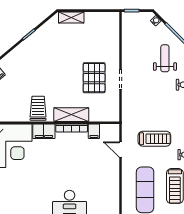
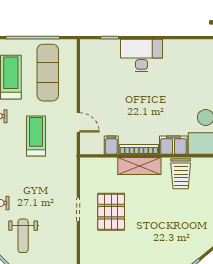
treadmill: (154, 139) -> (36, 136), turned 90

